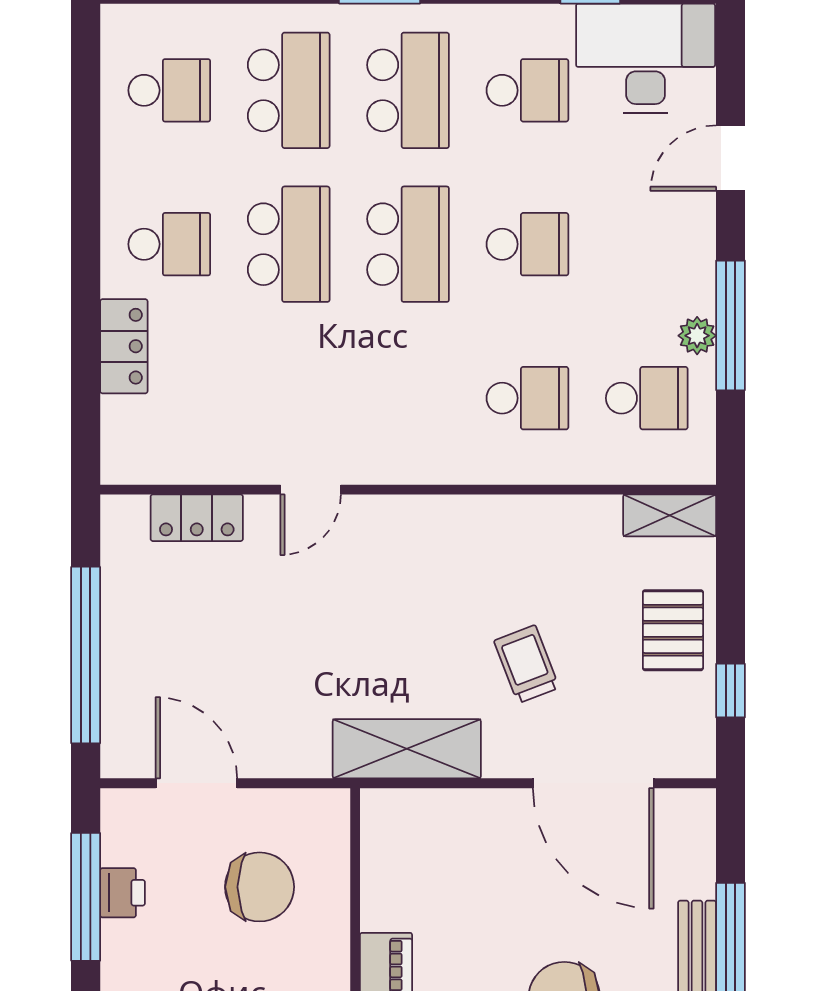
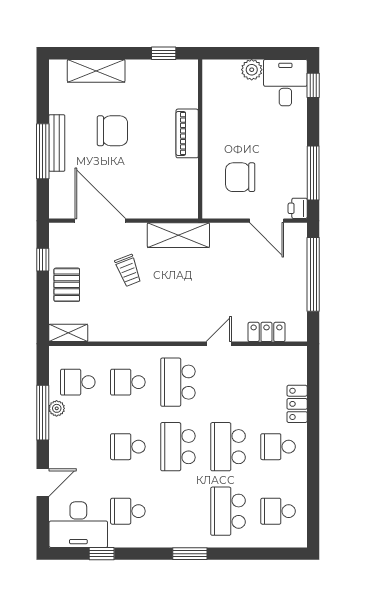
school desk: (408, 90) -> (178, 382), moved
printer: (122, 893) -> (298, 208), moved

